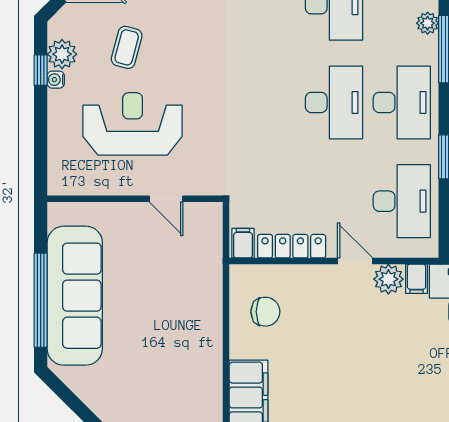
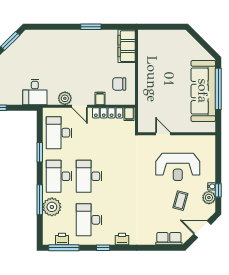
plant: (428, 23) -> (52, 207), width x1.87, depth x1.87
filing cabinet: (416, 279) -> (100, 98), moved

